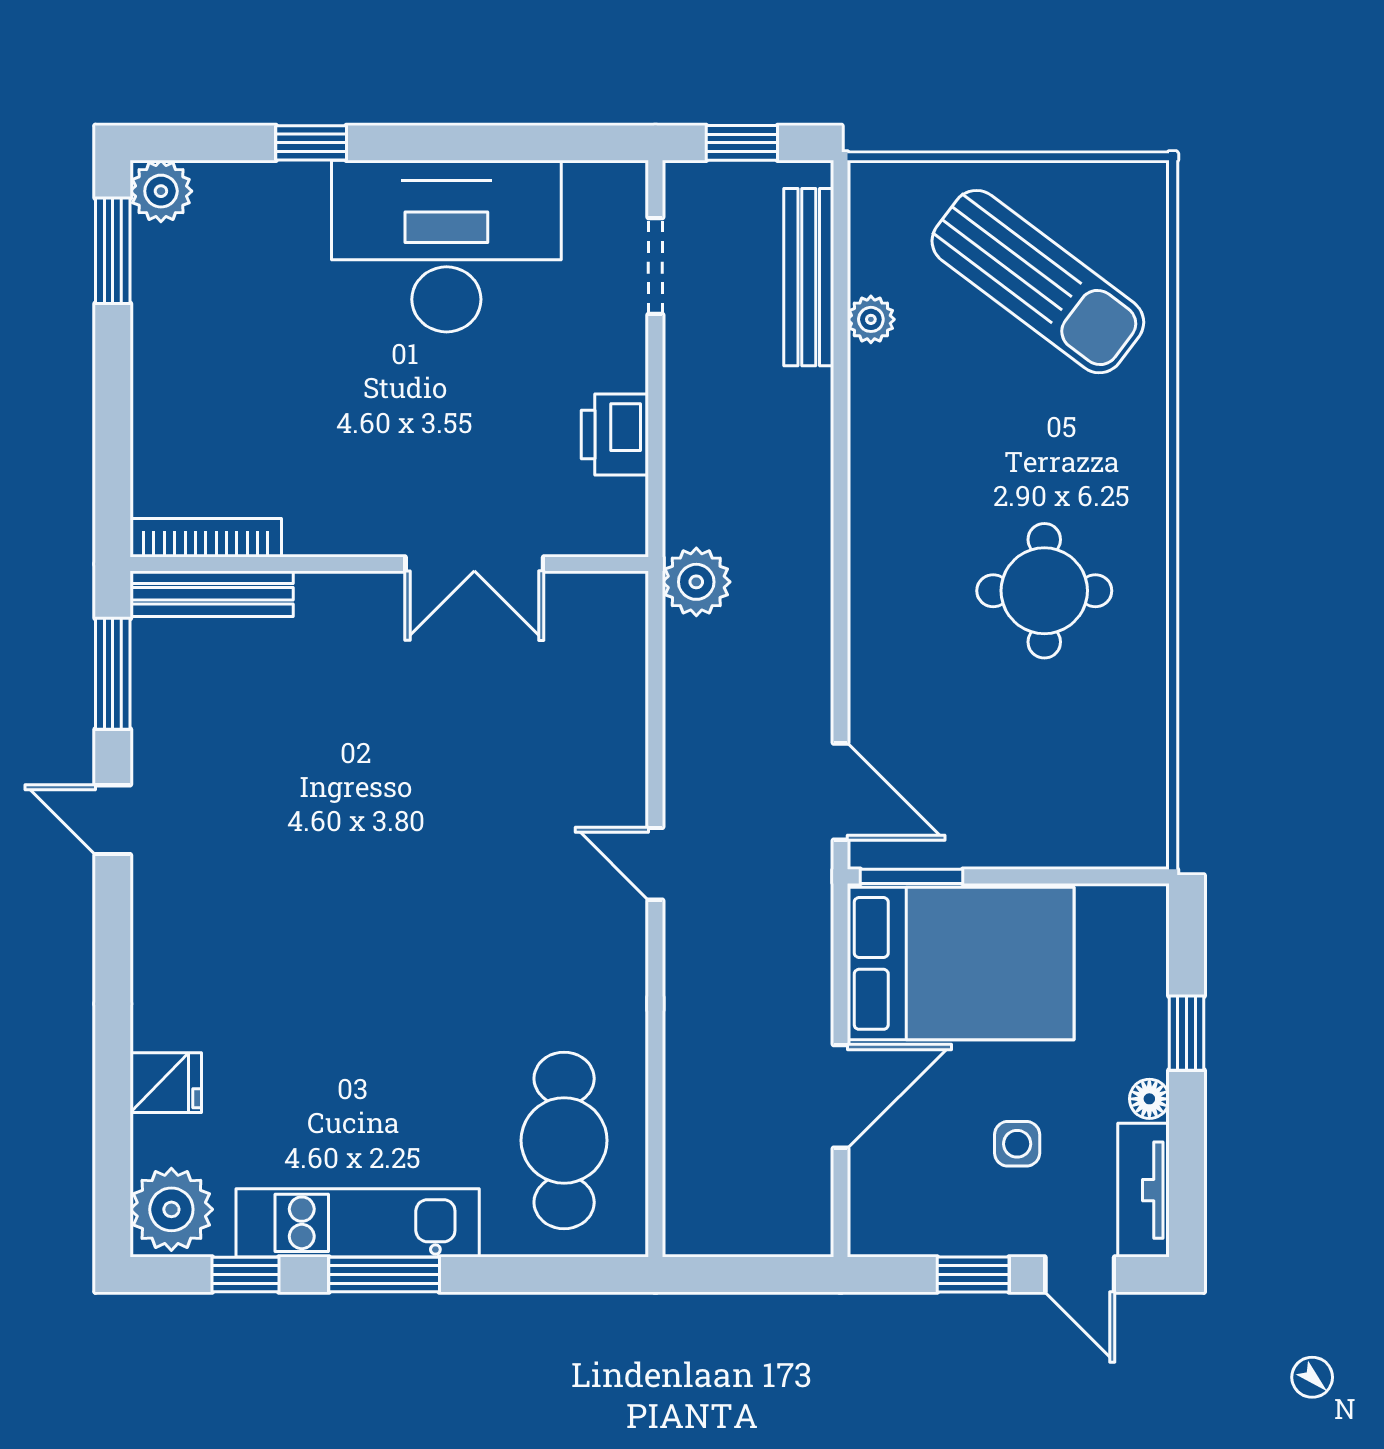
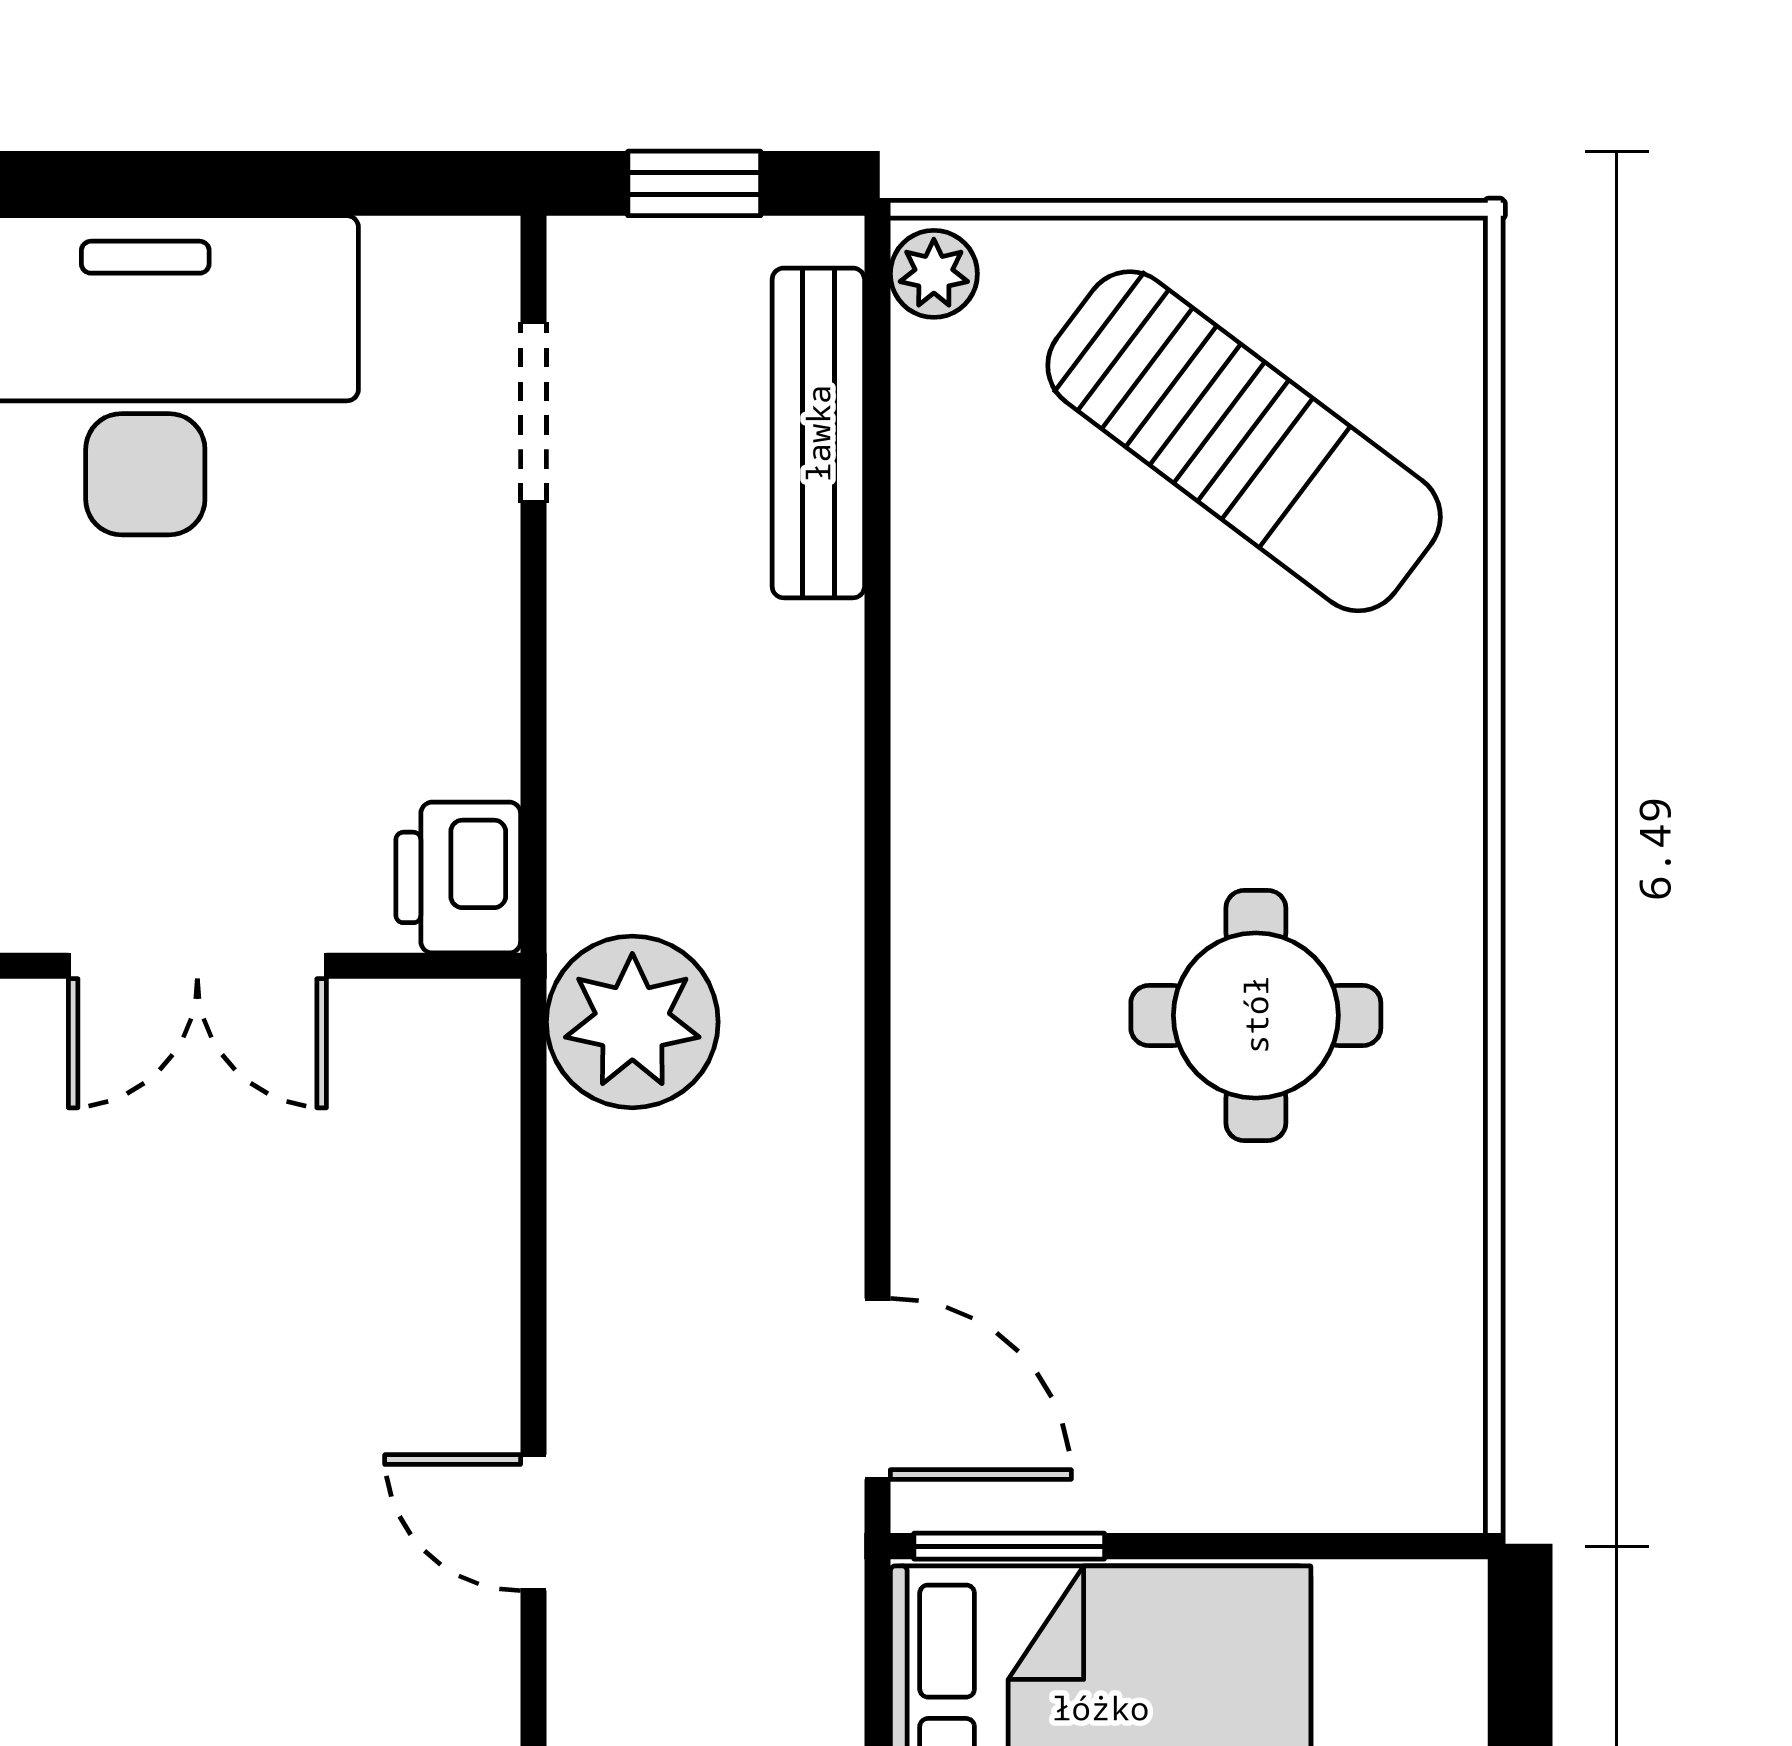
plant: (871, 319) -> (934, 274), moved
printer: (615, 434) -> (458, 877), moved
plant: (696, 582) -> (632, 1022), width x1.36, depth x1.36

